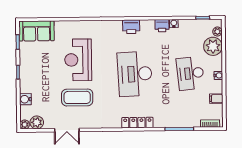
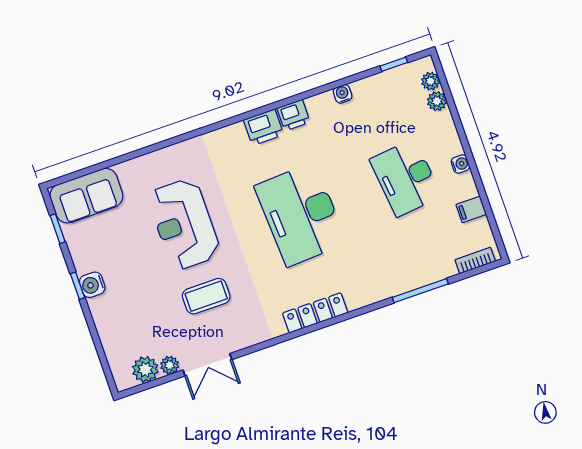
printer: (162, 26) -> (293, 115), moved
plant: (213, 46) -> (437, 101), width x0.53, depth x0.53
coffee table: (77, 97) -> (206, 296), width x0.73, depth x0.76
water cooler: (25, 99) -> (92, 285), moved
locker: (137, 123) -> (315, 313), moved
plant: (25, 125) -> (170, 365), moved

